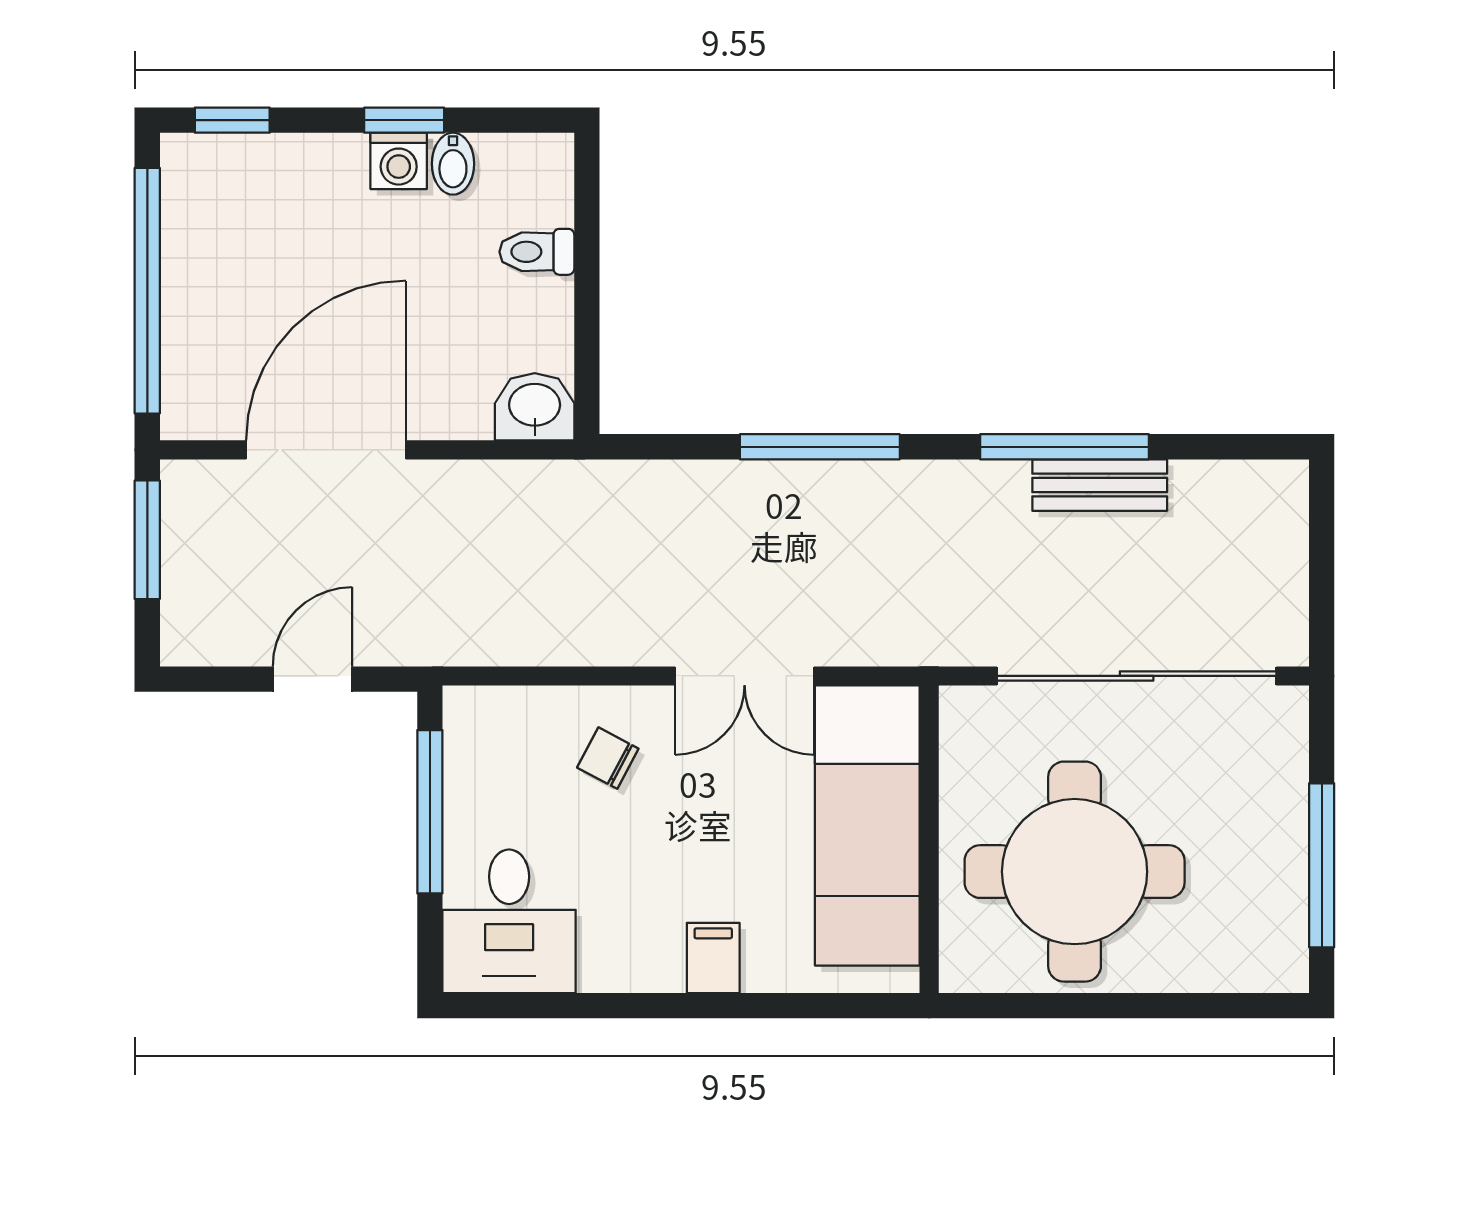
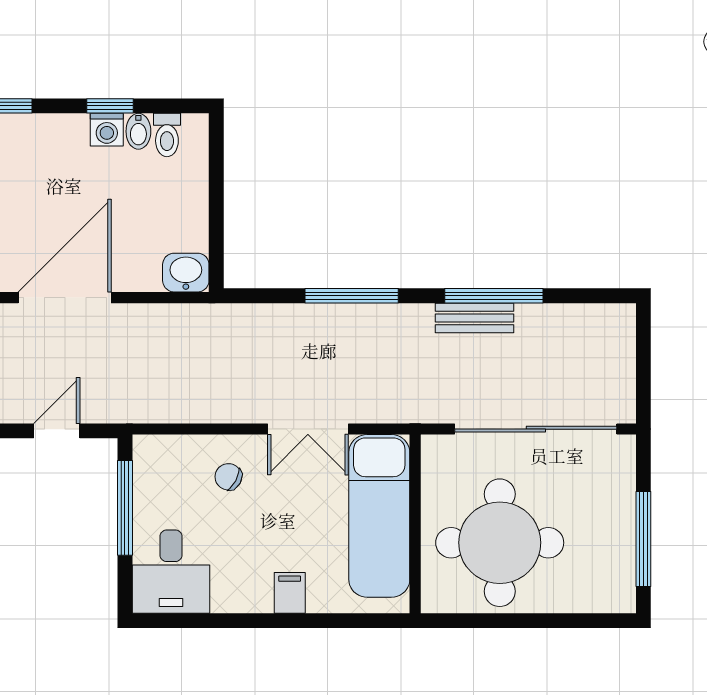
toilet: (537, 252) -> (167, 135), moved, turned -90
bench: (1100, 485) -> (475, 318), moved

